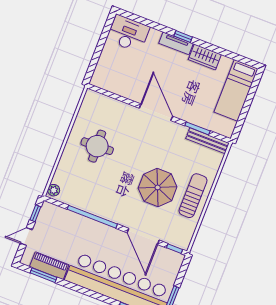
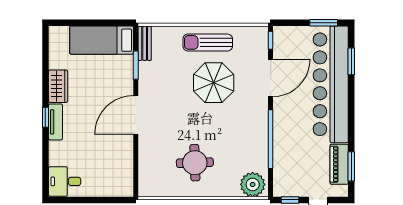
desk: (128, 34) -> (65, 181), width x0.73
bed: (236, 90) -> (102, 40), moved, turned 180
bench: (207, 141) -> (145, 43), width x0.73
plant: (54, 190) -> (253, 184), width x1.88, depth x1.88

